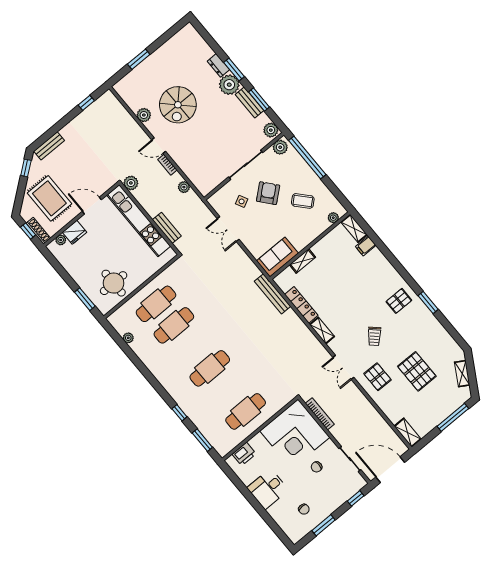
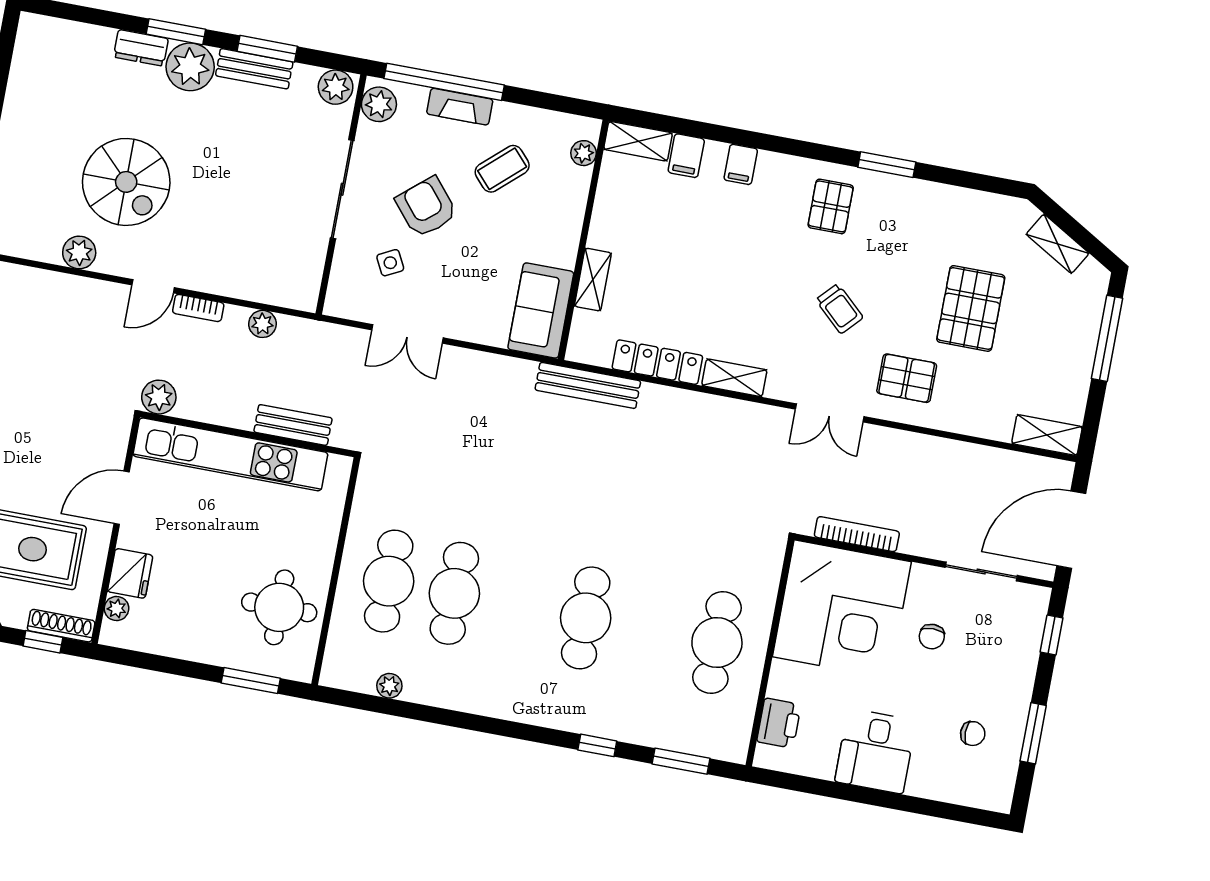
fireplace: (306, 170) -> (460, 107), added
filing cabinet: (381, 263) -> (741, 164), added
pallet: (417, 371) -> (971, 308), turned 90

